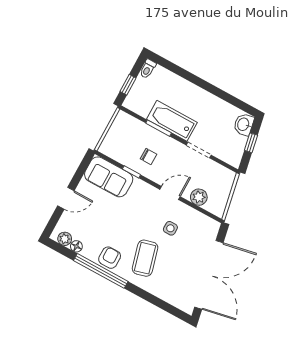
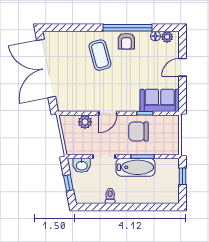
toilet: (148, 69) -> (110, 196), moved
washbasin: (244, 124) -> (82, 165), moved, turned 101
chair: (149, 157) -> (138, 131), width x1.87, depth x1.87
side table: (170, 228) -> (93, 87), removed

